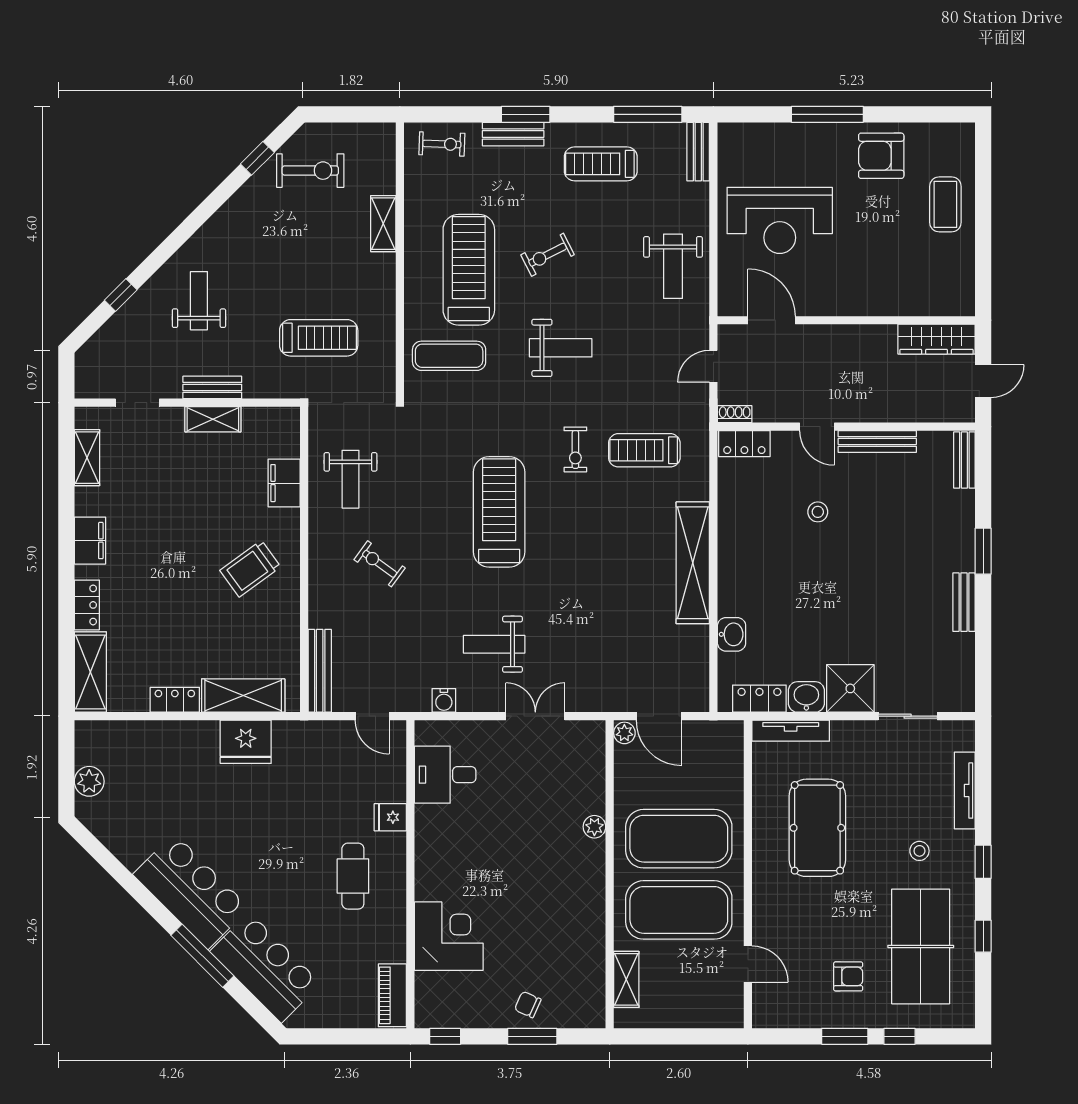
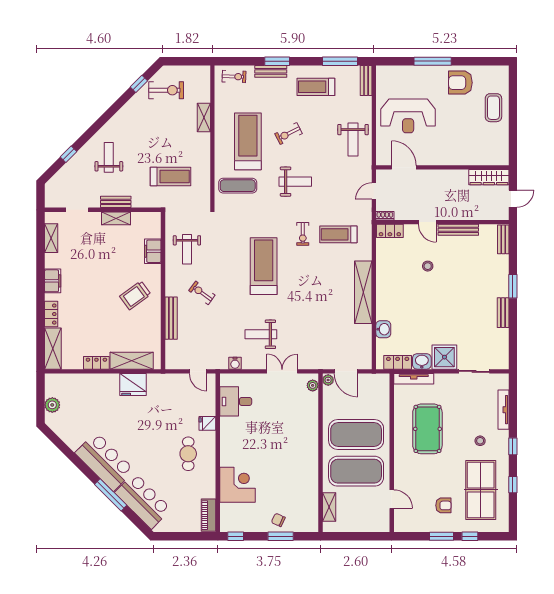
bench: (320, 671) -> (171, 318), moved
plant: (594, 827) -> (313, 385), moved

